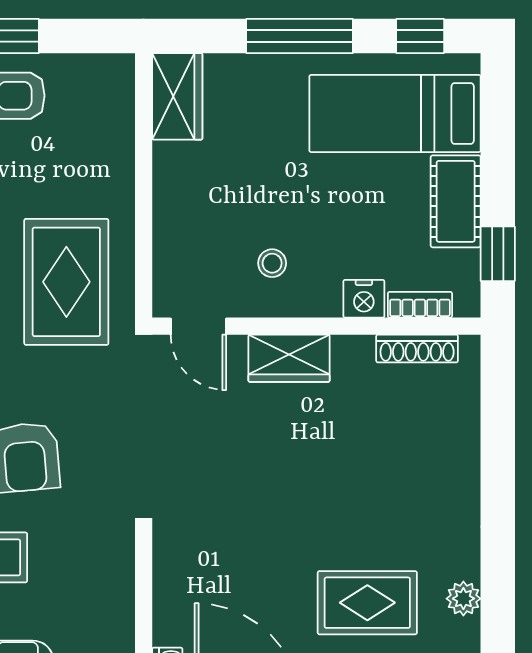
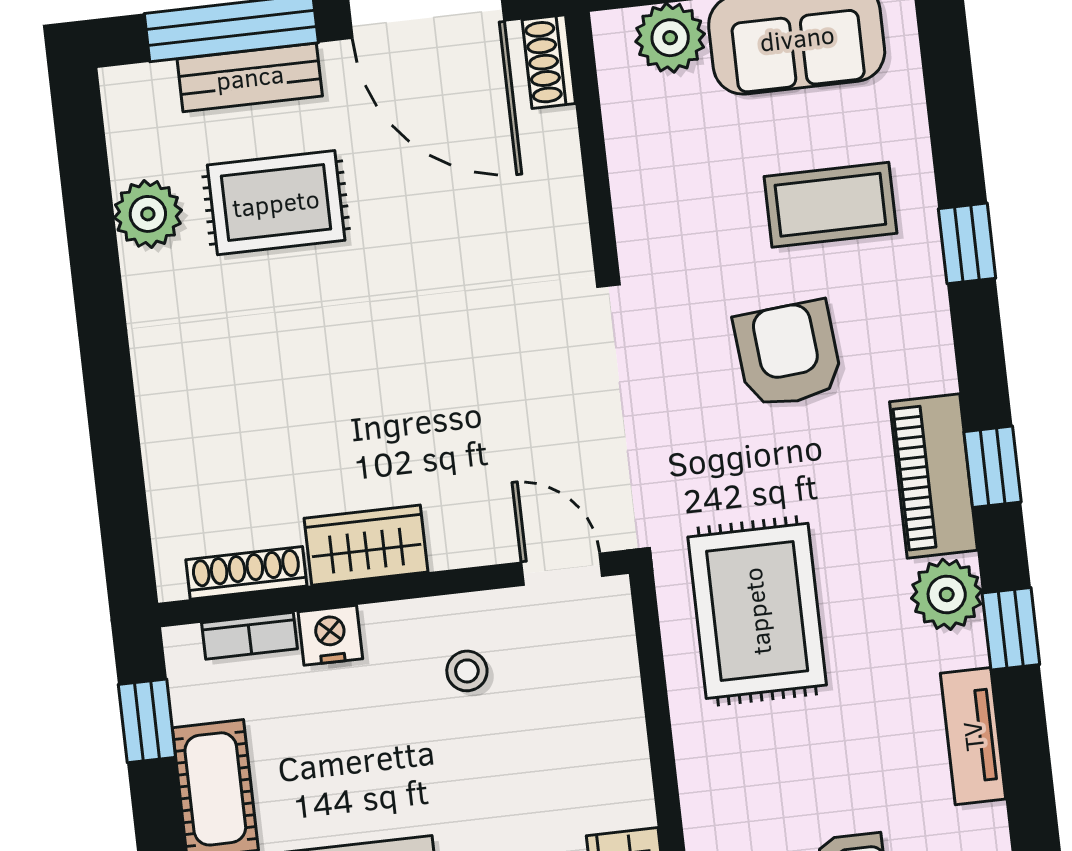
wardrobe: (289, 358) -> (366, 545), moved
plant: (463, 599) -> (148, 214), width x1.38, depth x1.38

